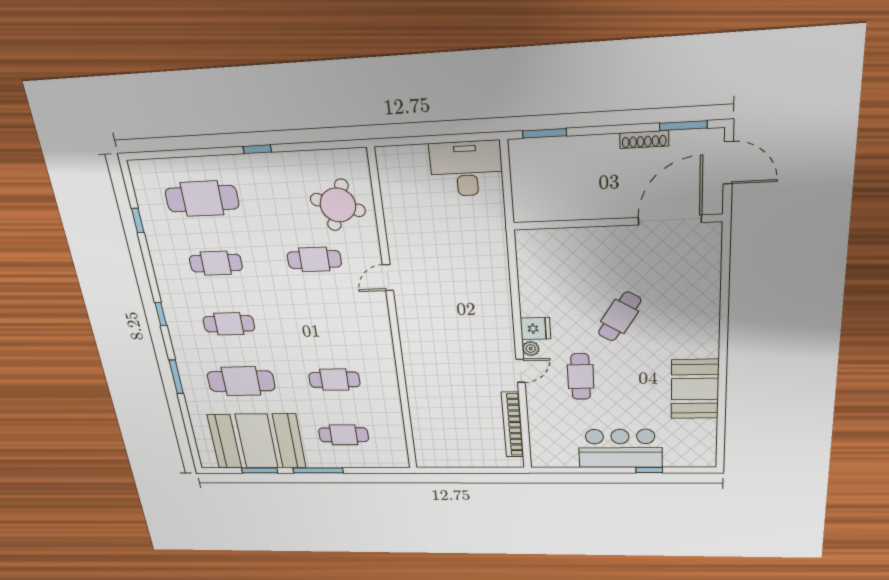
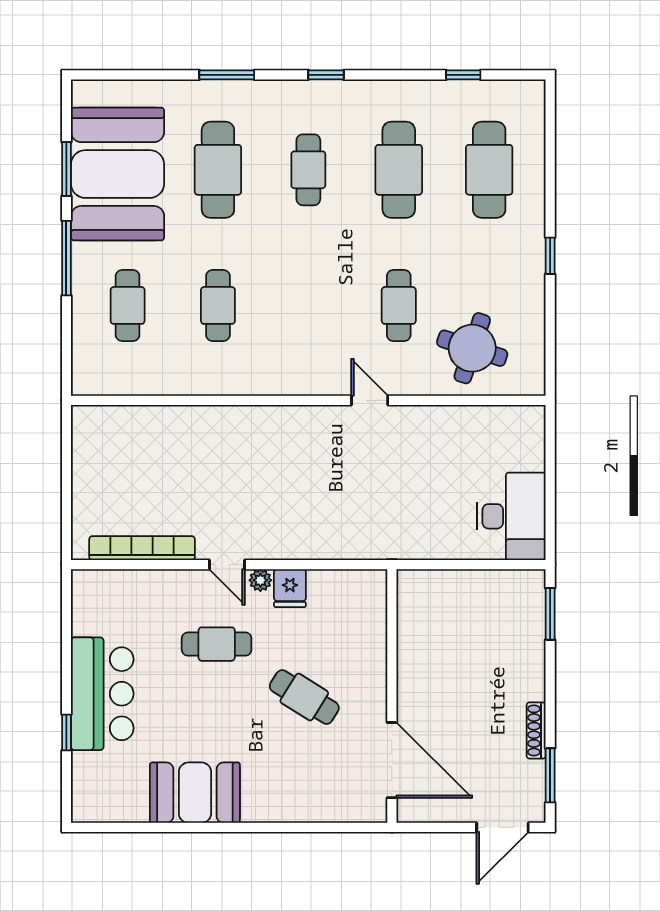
door: (670, 220) -> (392, 760), moved
wall: (616, 222) -> (392, 696), moved
cafe table: (216, 263) -> (399, 170), width x1.37, depth x1.35

